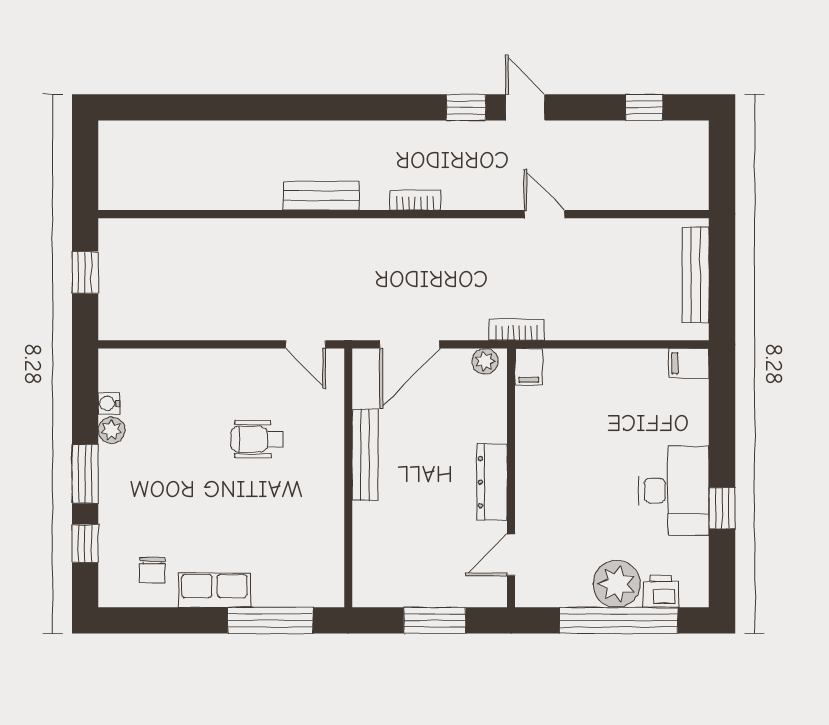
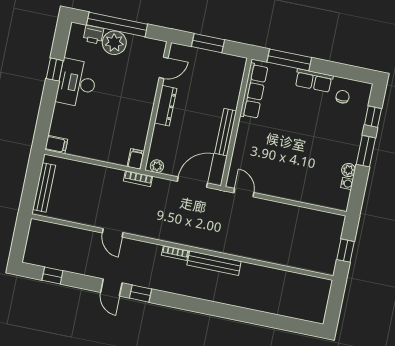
bench: (321, 196) -> (214, 263), width x1.36
wheelchair: (257, 439) -> (277, 151), removed
row of seats: (327, 546) -> (254, 91), added

